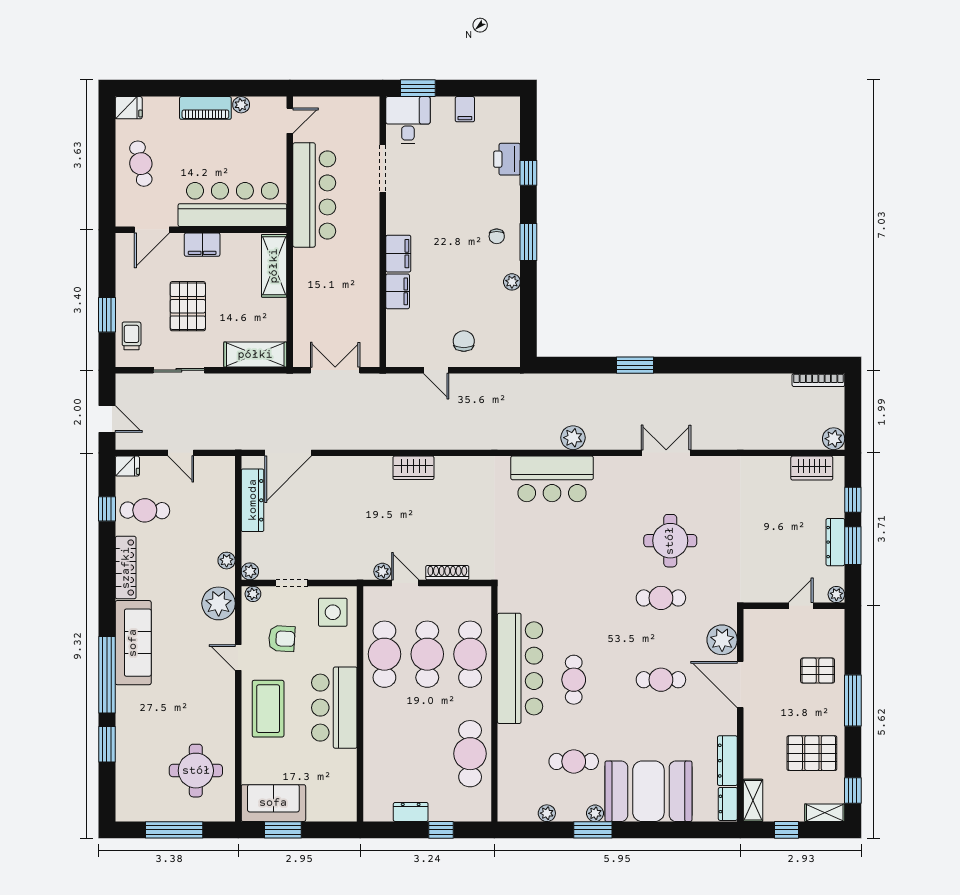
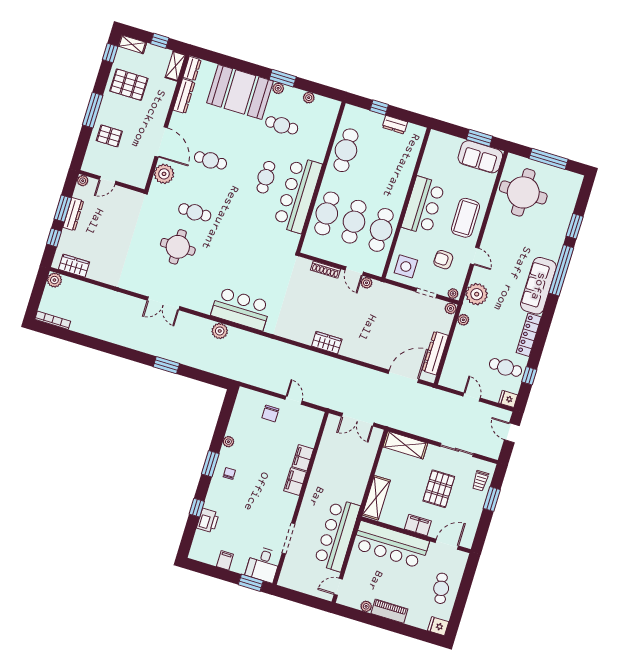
round table: (196, 771) -> (523, 192), width x1.36, depth x1.36

